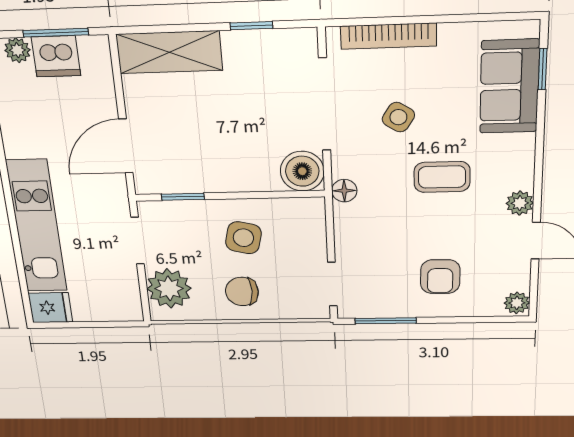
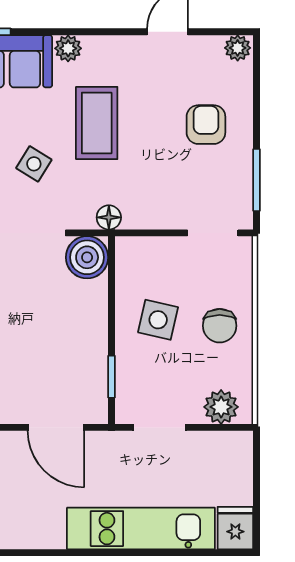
coffee table: (442, 177) -> (97, 123), width x1.36, depth x1.30
plant: (520, 203) -> (68, 48), moved
armchair: (440, 277) -> (206, 125), turned -91
plant: (169, 288) -> (221, 407), width x0.73, depth x0.73

